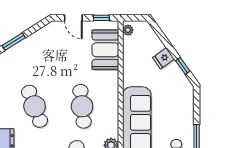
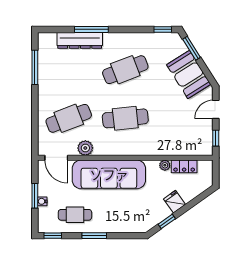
plant: (128, 30) -> (165, 165), moved
locker: (129, 49) -> (184, 166), added
booth: (105, 50) -> (189, 75), moved, turned 58

